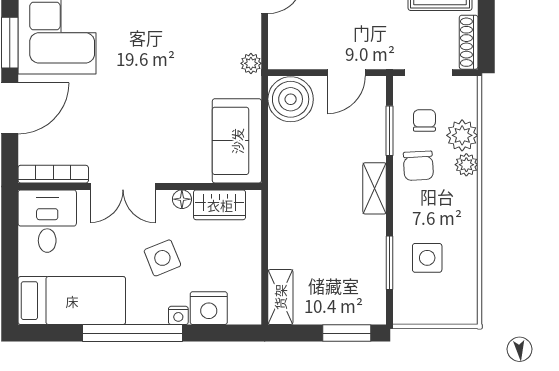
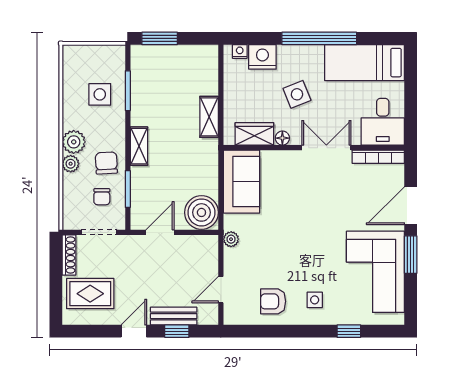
plant: (462, 135) -> (74, 142), moved
shelving: (280, 297) -> (209, 117), moved
nightstand: (178, 315) -> (240, 51), moved

